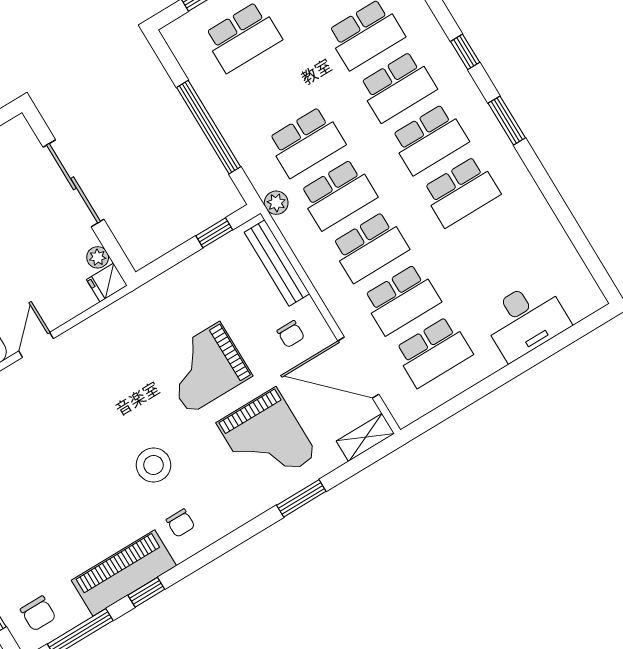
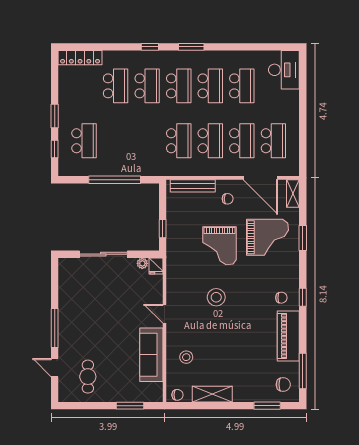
school desk: (306, 142) -> (242, 86), moved
plant: (276, 203) -> (166, 170), removed
window: (214, 233) -> (163, 229), moved
desk: (526, 320) -> (284, 70), moved
door: (358, 368) -> (260, 178), hinge flipped
stool: (153, 465) -> (216, 297), moved
window: (146, 592) -> (303, 297), moved

